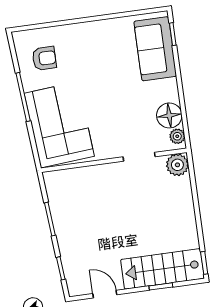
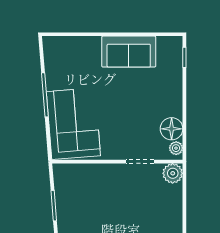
sofa: (155, 49) -> (129, 52), moved, turned -90
armchair: (44, 58) -> (68, 63), removed

